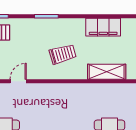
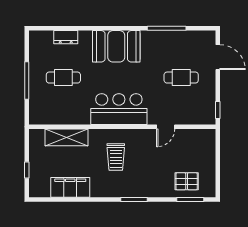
trolley: (63, 54) -> (116, 157), turned -74
bar counter: (60, 97) -> (119, 109), added

